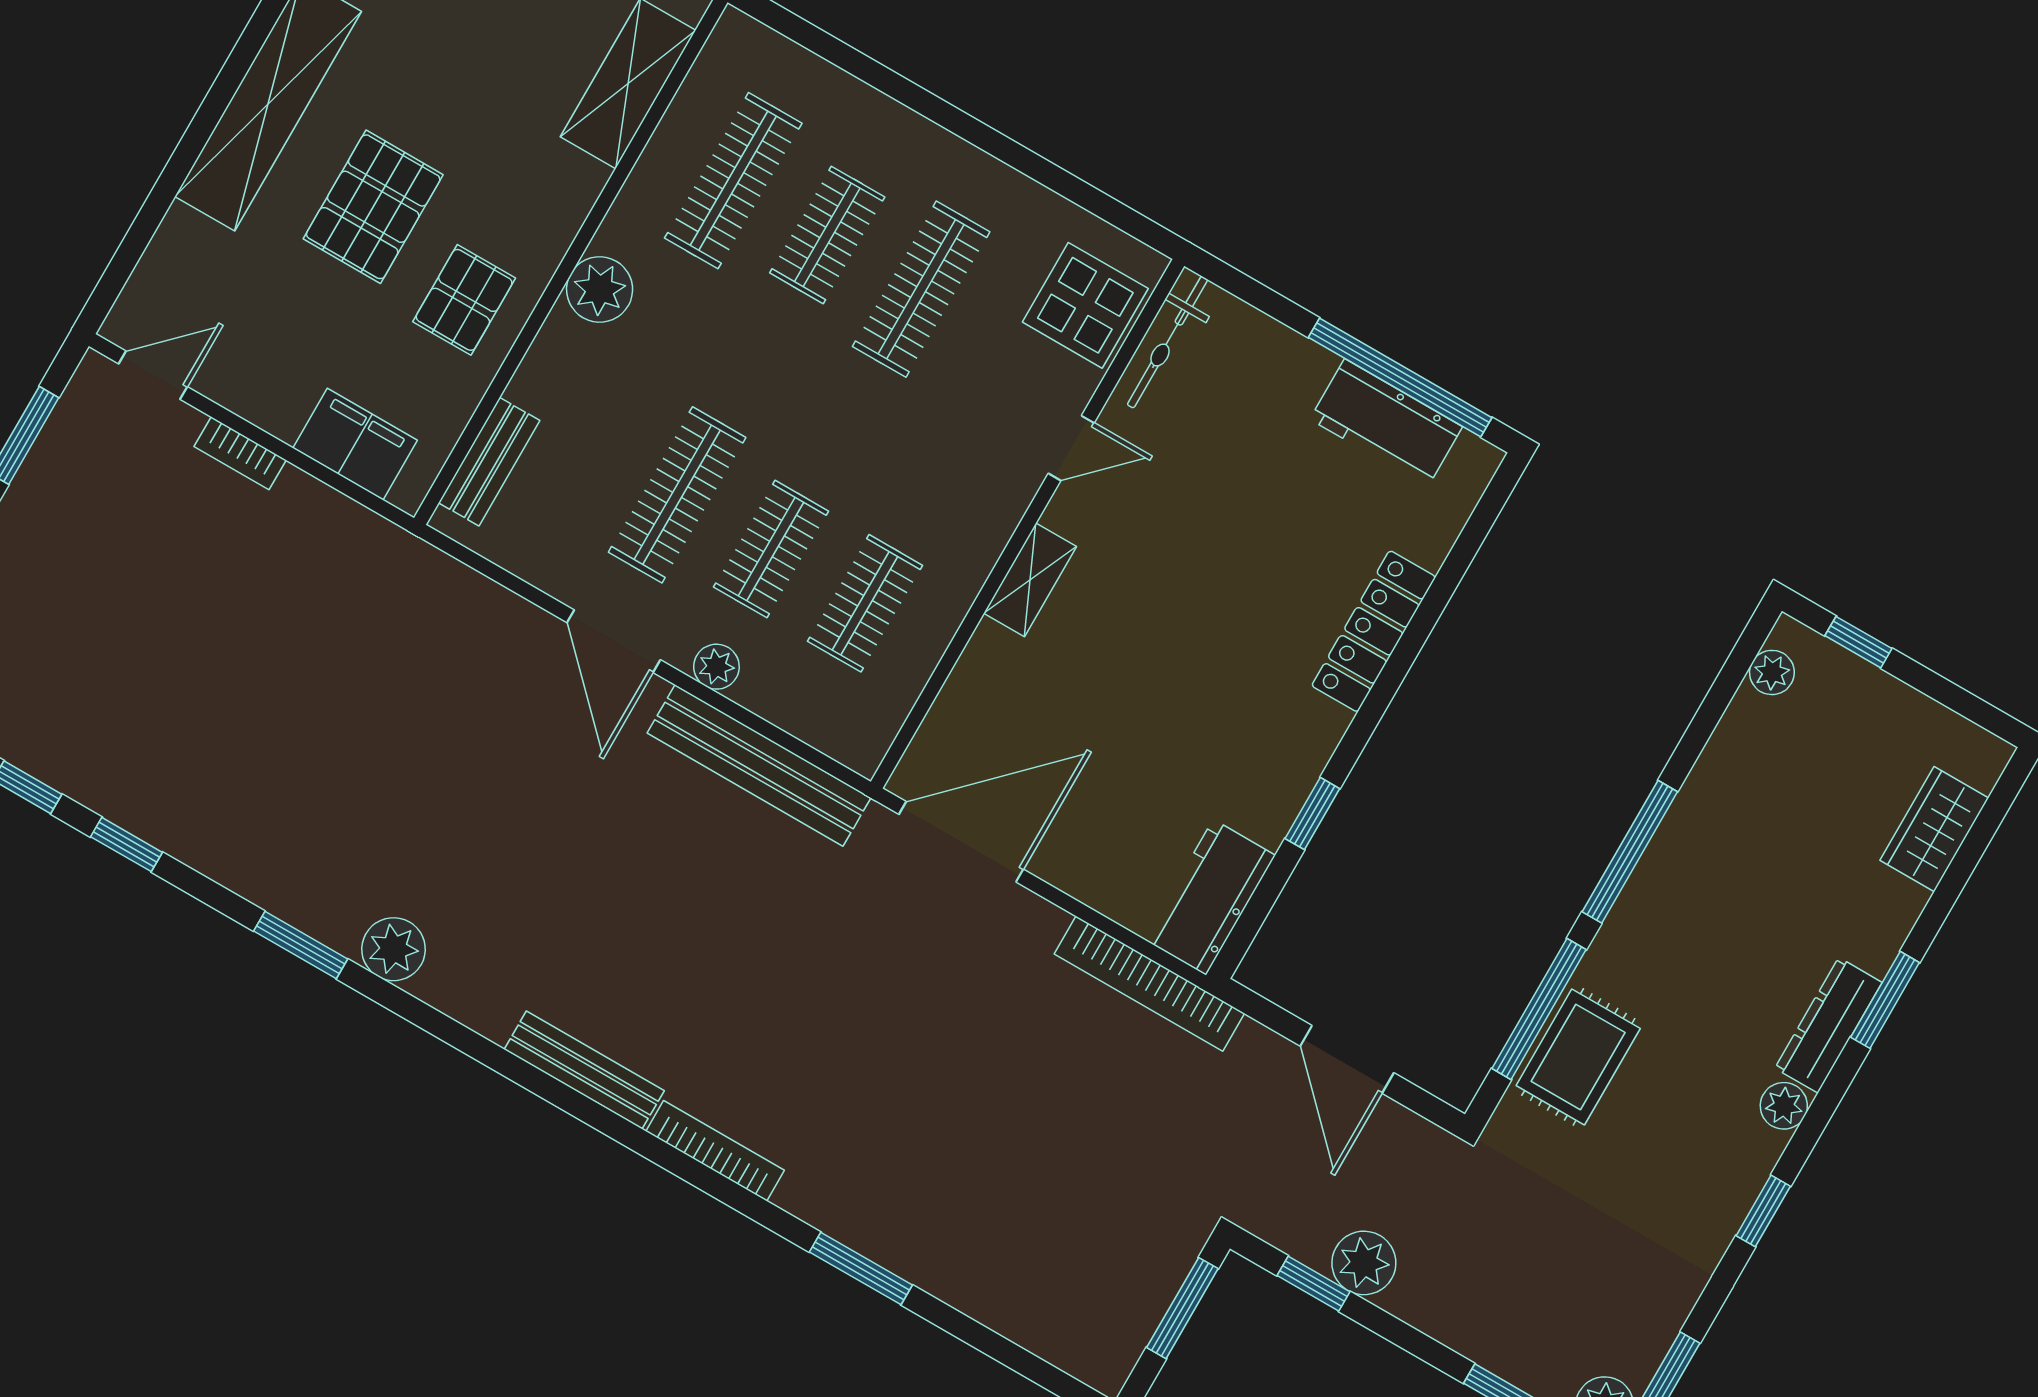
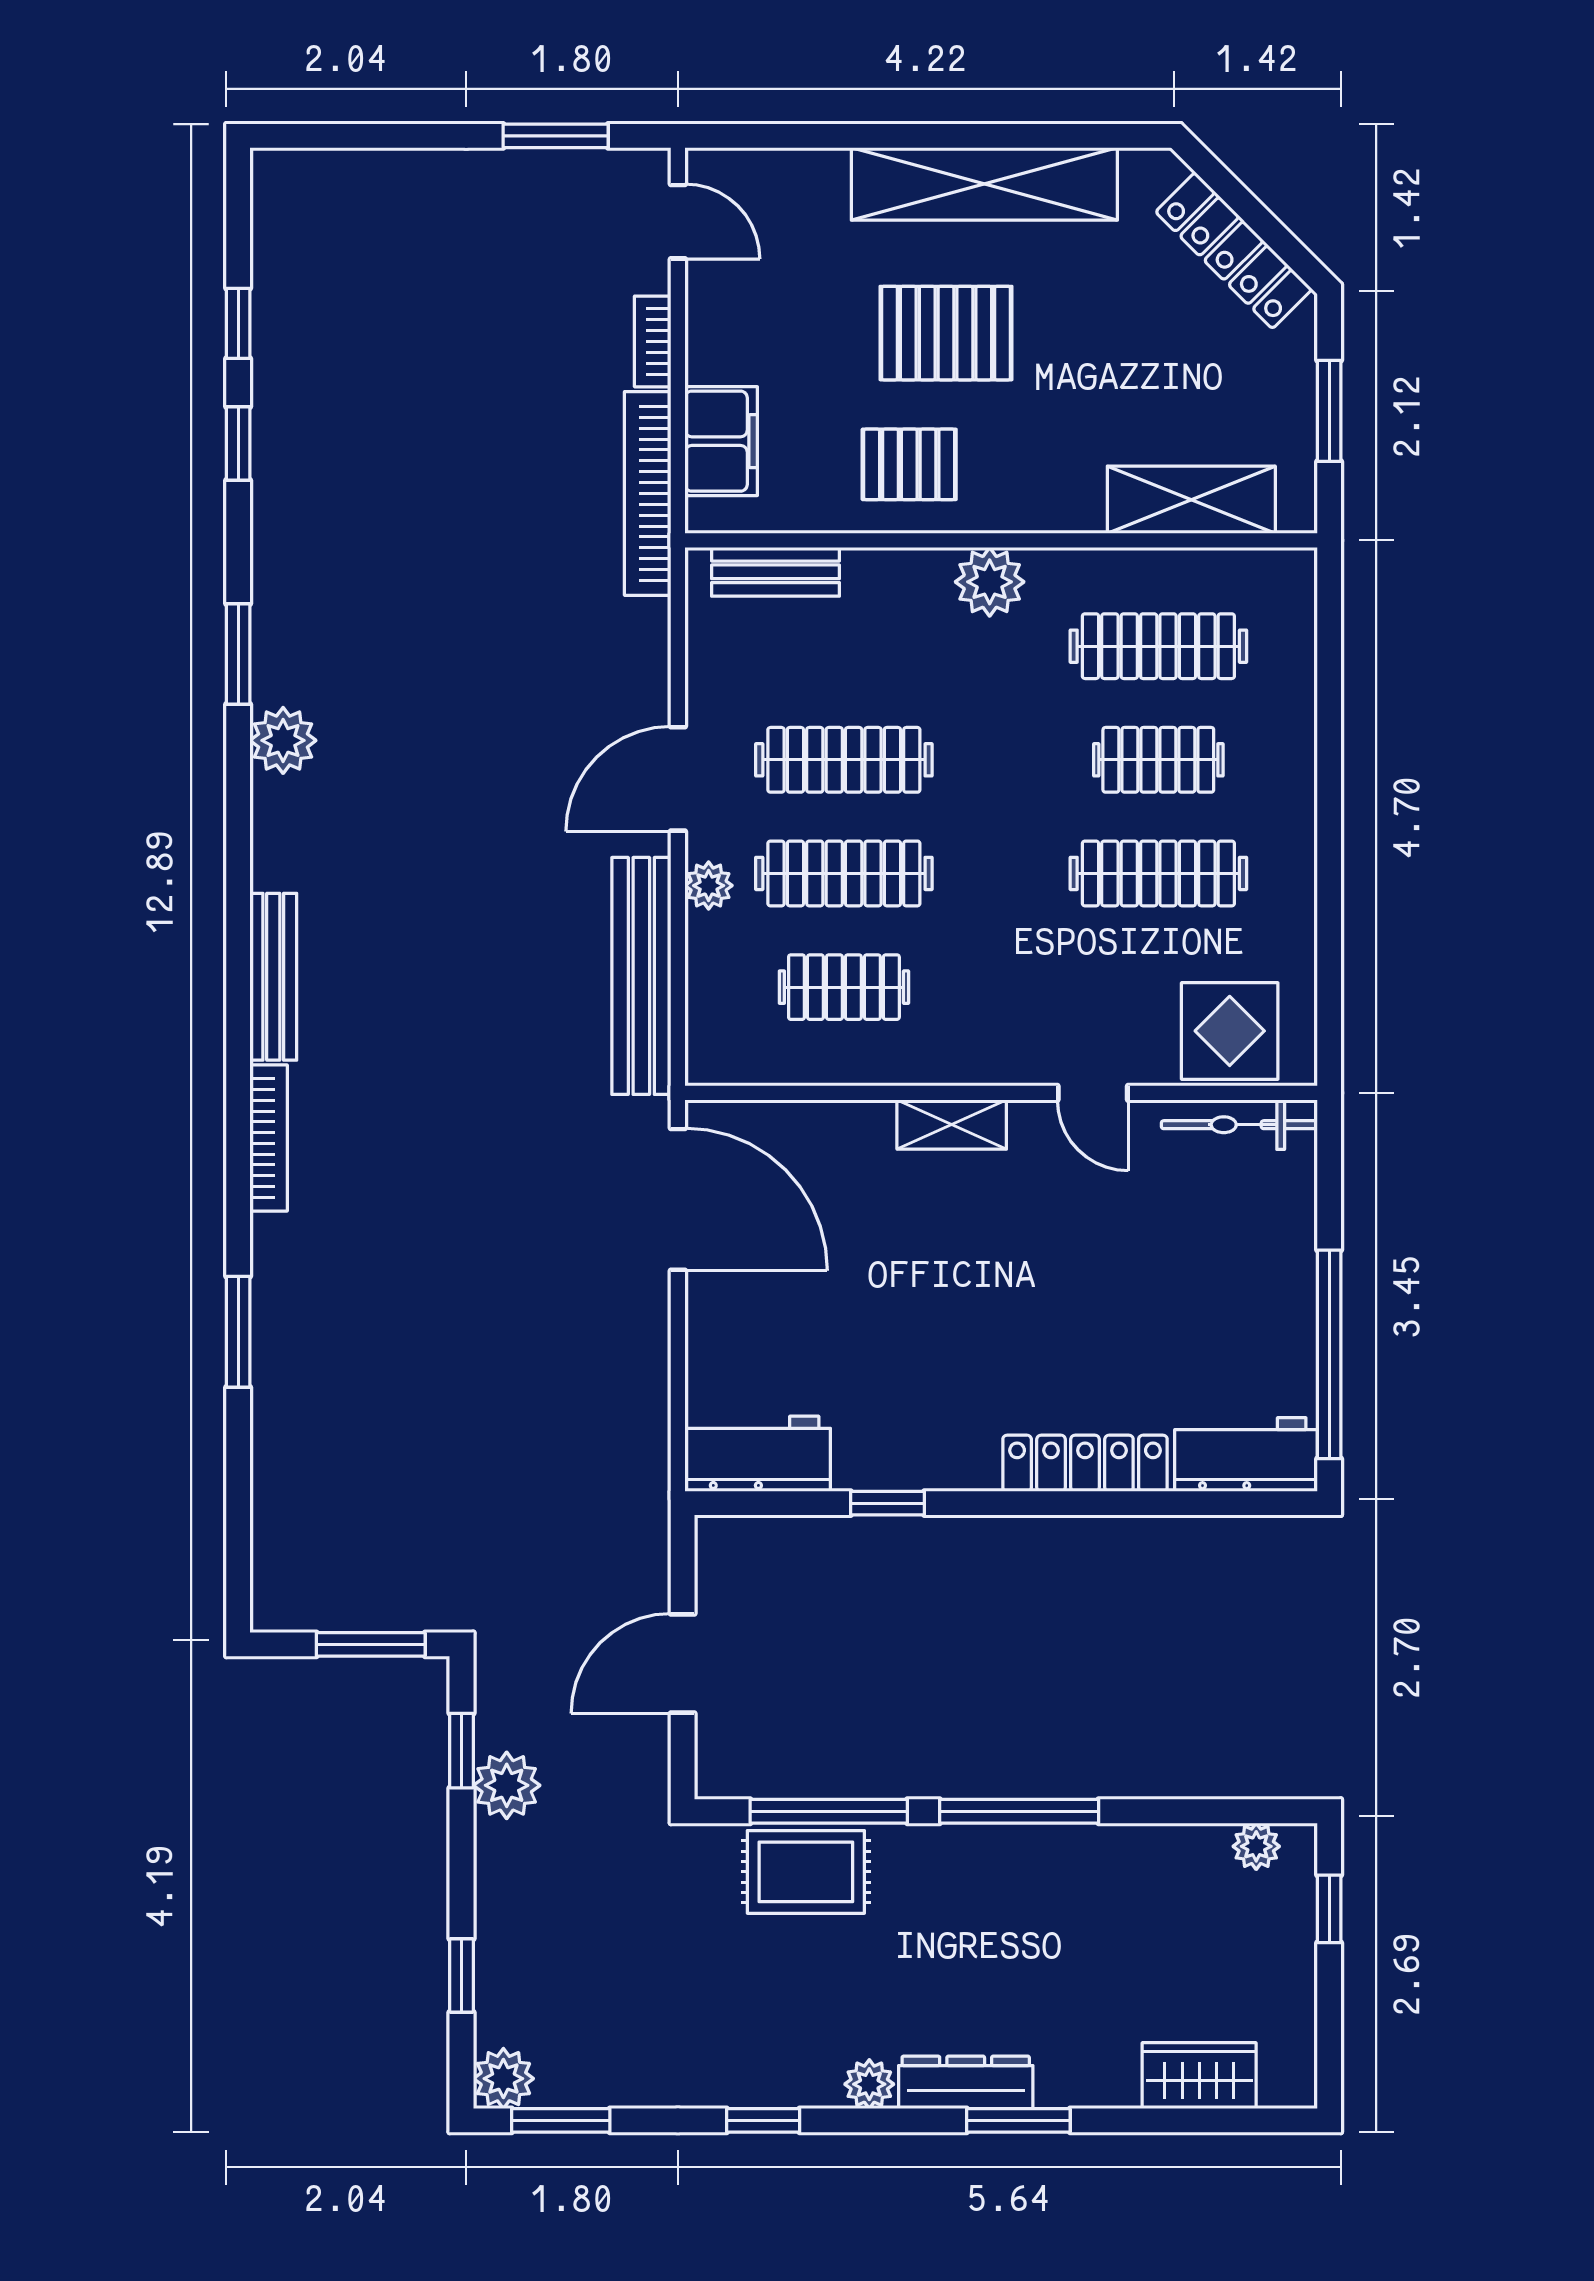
workbench: (1386, 423) -> (1246, 1455), moved, turned 90
clothes rail: (771, 549) -> (844, 873), width x1.36
bookcase: (1149, 984) -> (648, 493), moved

